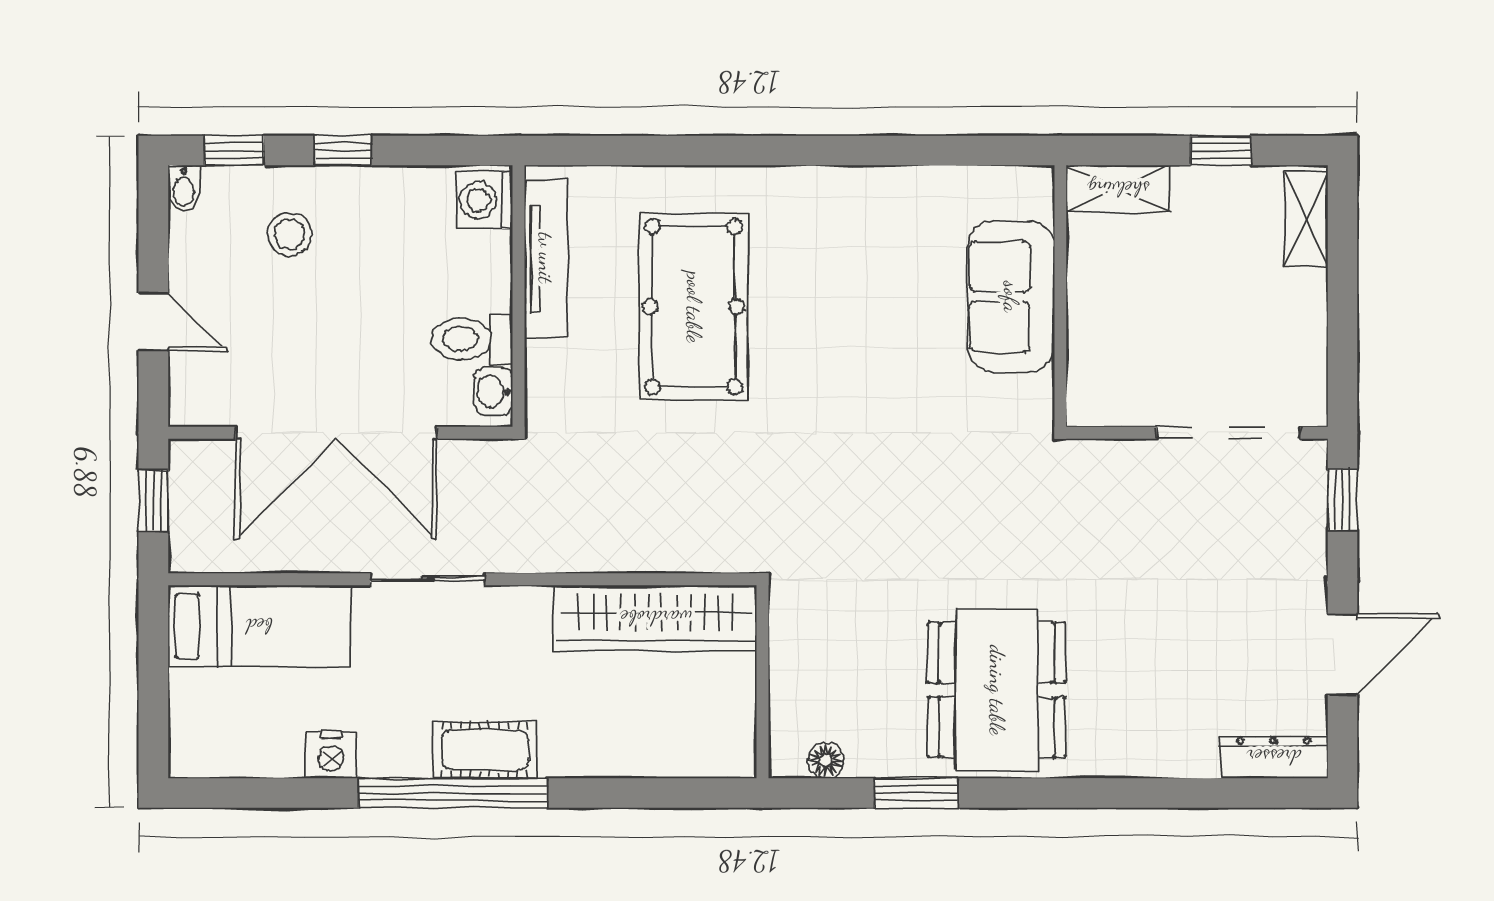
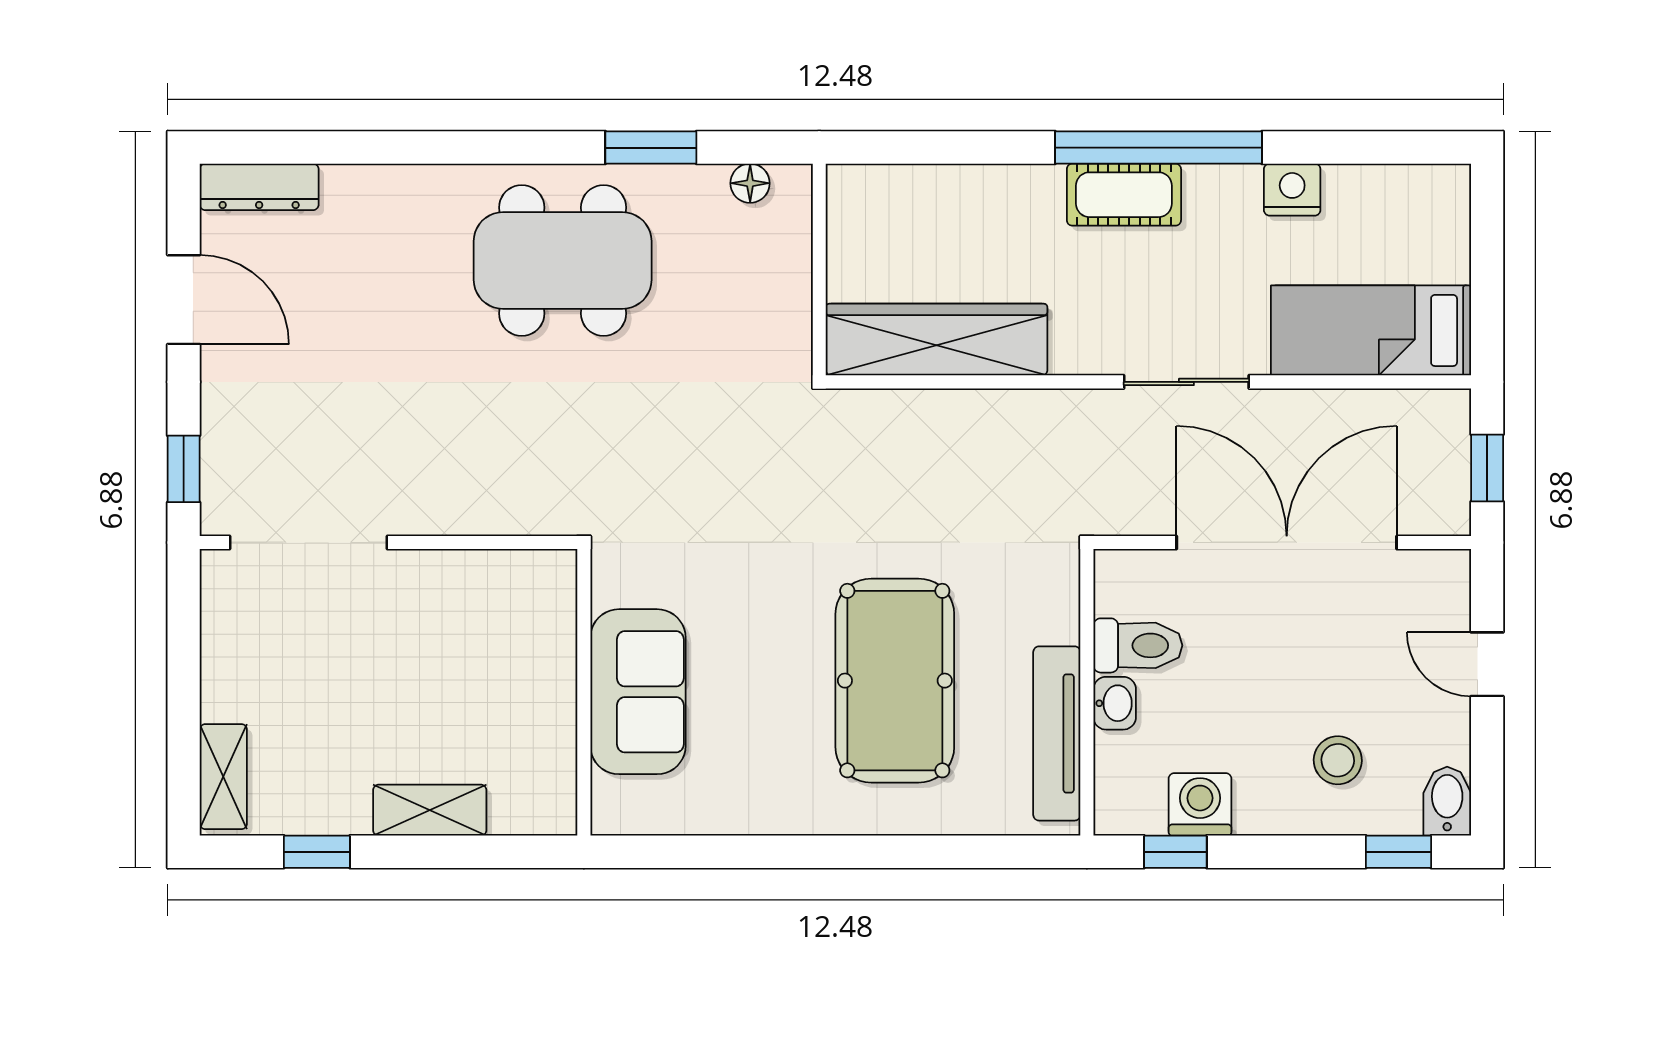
window: (343, 151) -> (1175, 852), moved
bidet: (184, 188) -> (1447, 801), width x1.38, depth x1.36
washing machine: (484, 200) -> (1200, 804), moved, turned -90
wall: (1060, 296) -> (584, 692), moved
sofa: (1011, 297) -> (638, 692), moved
washbasin: (493, 391) -> (1115, 703), moved
door: (1343, 654) -> (184, 300), swing flipped
dining table: (997, 690) -> (563, 261), turned 90

